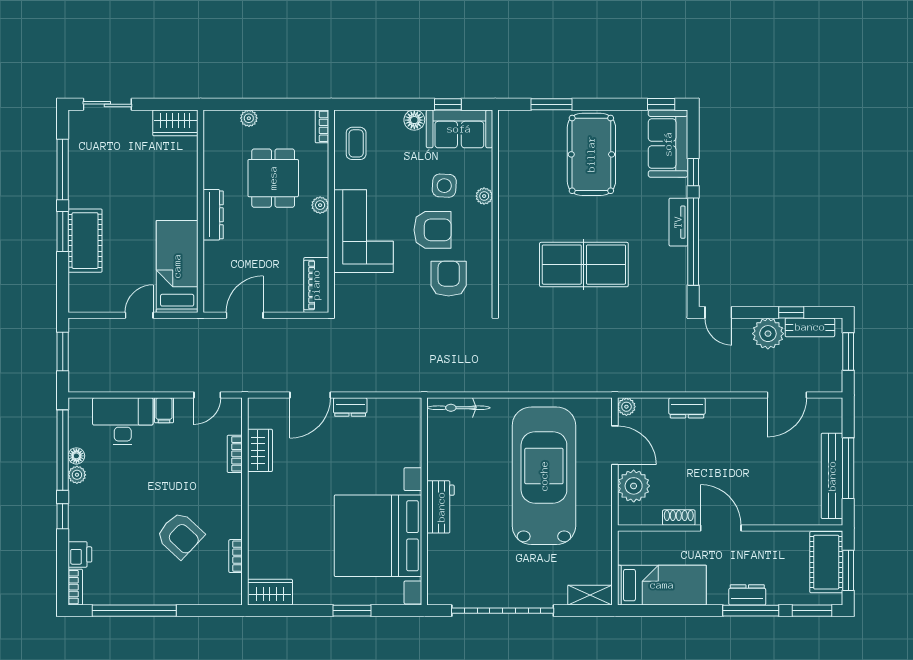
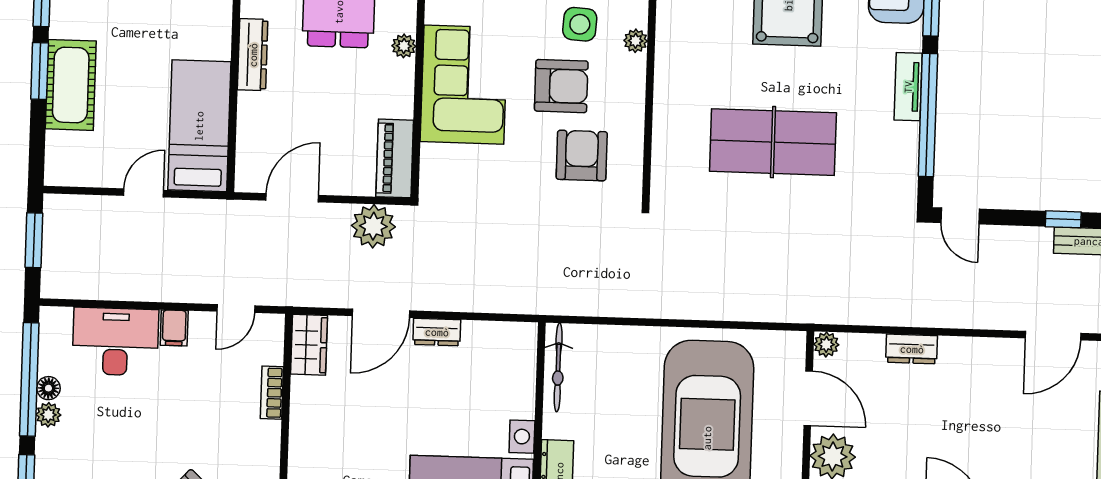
plant: (768, 334) -> (373, 226), moved
bicycle: (458, 408) -> (558, 367), moved, turned -90
wardrobe: (260, 450) -> (309, 345), moved

